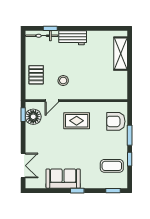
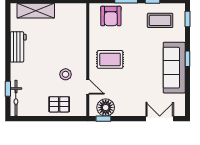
workbench: (73, 38) -> (18, 47), moved
rug: (77, 121) -> (110, 59), turned 90
coffee table: (112, 166) -> (160, 20), turned 90
sofa: (63, 179) -> (174, 68), width x1.36

